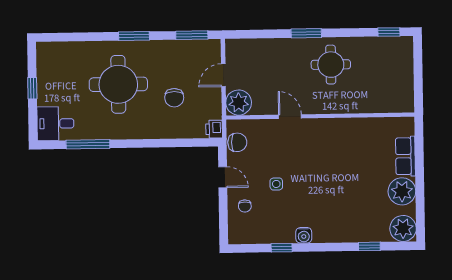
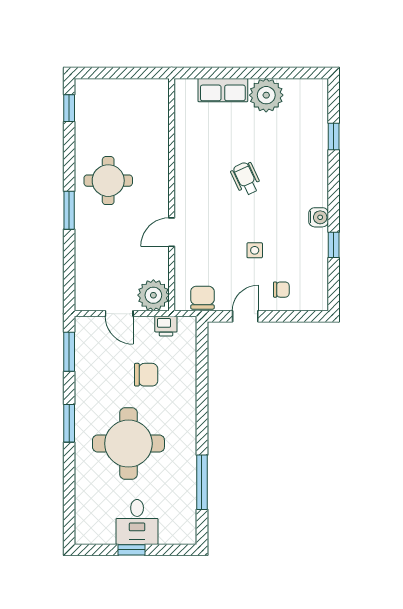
desk: (55, 124) -> (137, 522), moved
printer: (214, 129) -> (166, 326), moved
wheelchair: (334, 176) -> (246, 179), added
plant: (403, 228) -> (312, 94), removed

